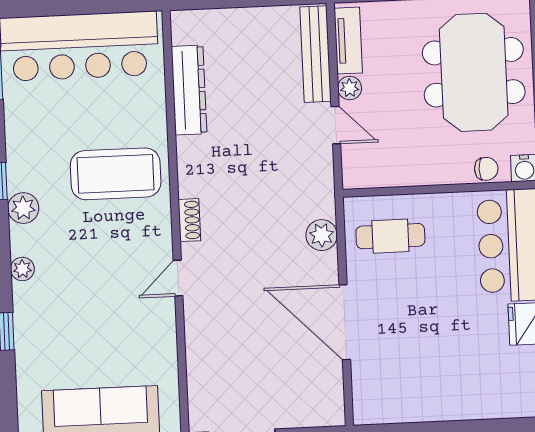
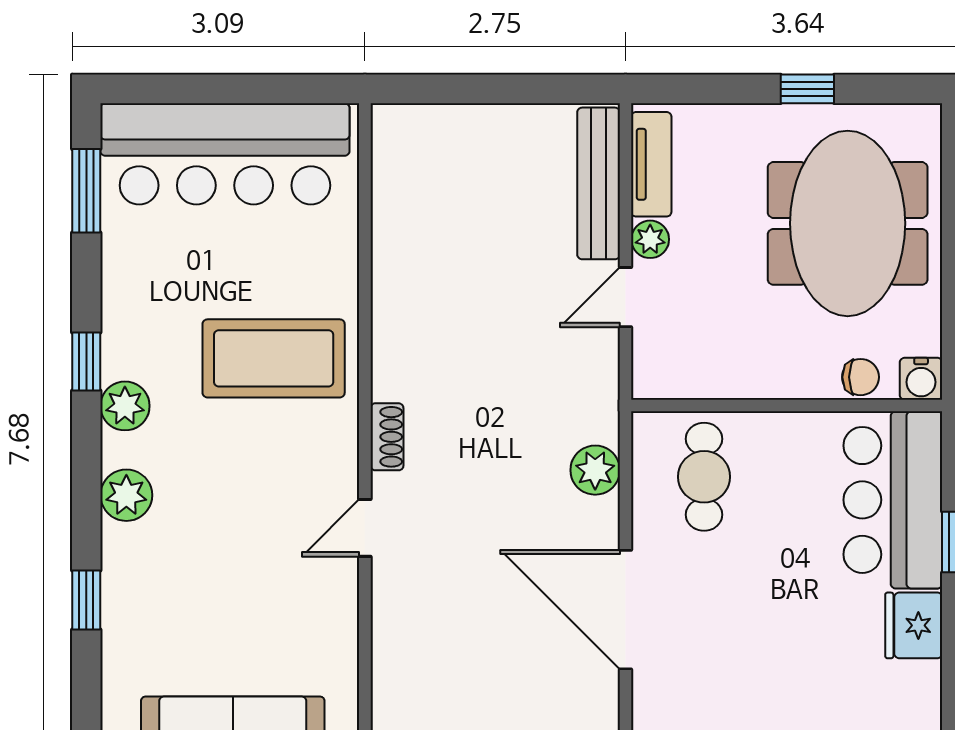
dresser: (189, 90) -> (396, 231), removed
door: (336, 125) -> (626, 297), swing flipped
cafe table: (390, 236) -> (704, 477), turned 90
plant: (22, 269) -> (126, 495), width x1.38, depth x1.38

